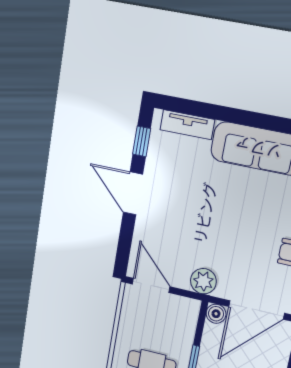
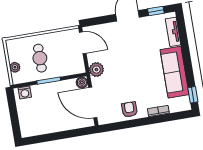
door: (151, 285) -> (83, 43), hinge flipped

